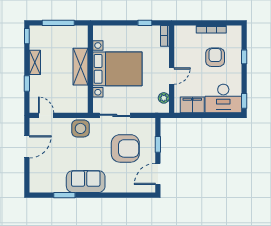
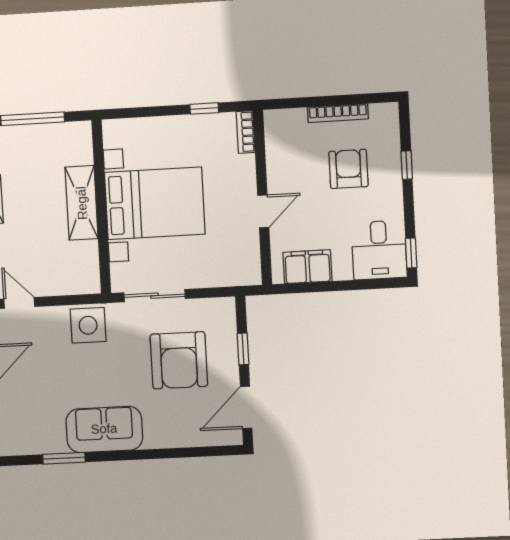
plant: (164, 98) -> (250, 256), removed
desk: (223, 98) -> (379, 250), width x0.73
armchair: (125, 148) -> (179, 360), turned 90

